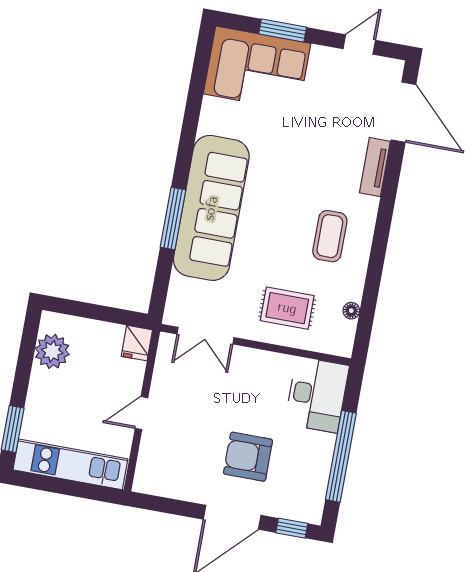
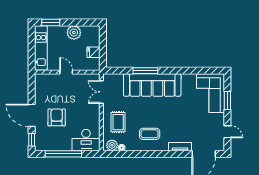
plant: (341, 333) -> (112, 145), added
fridge: (137, 343) -> (94, 52), moved
plant: (52, 351) -> (74, 33), moved

